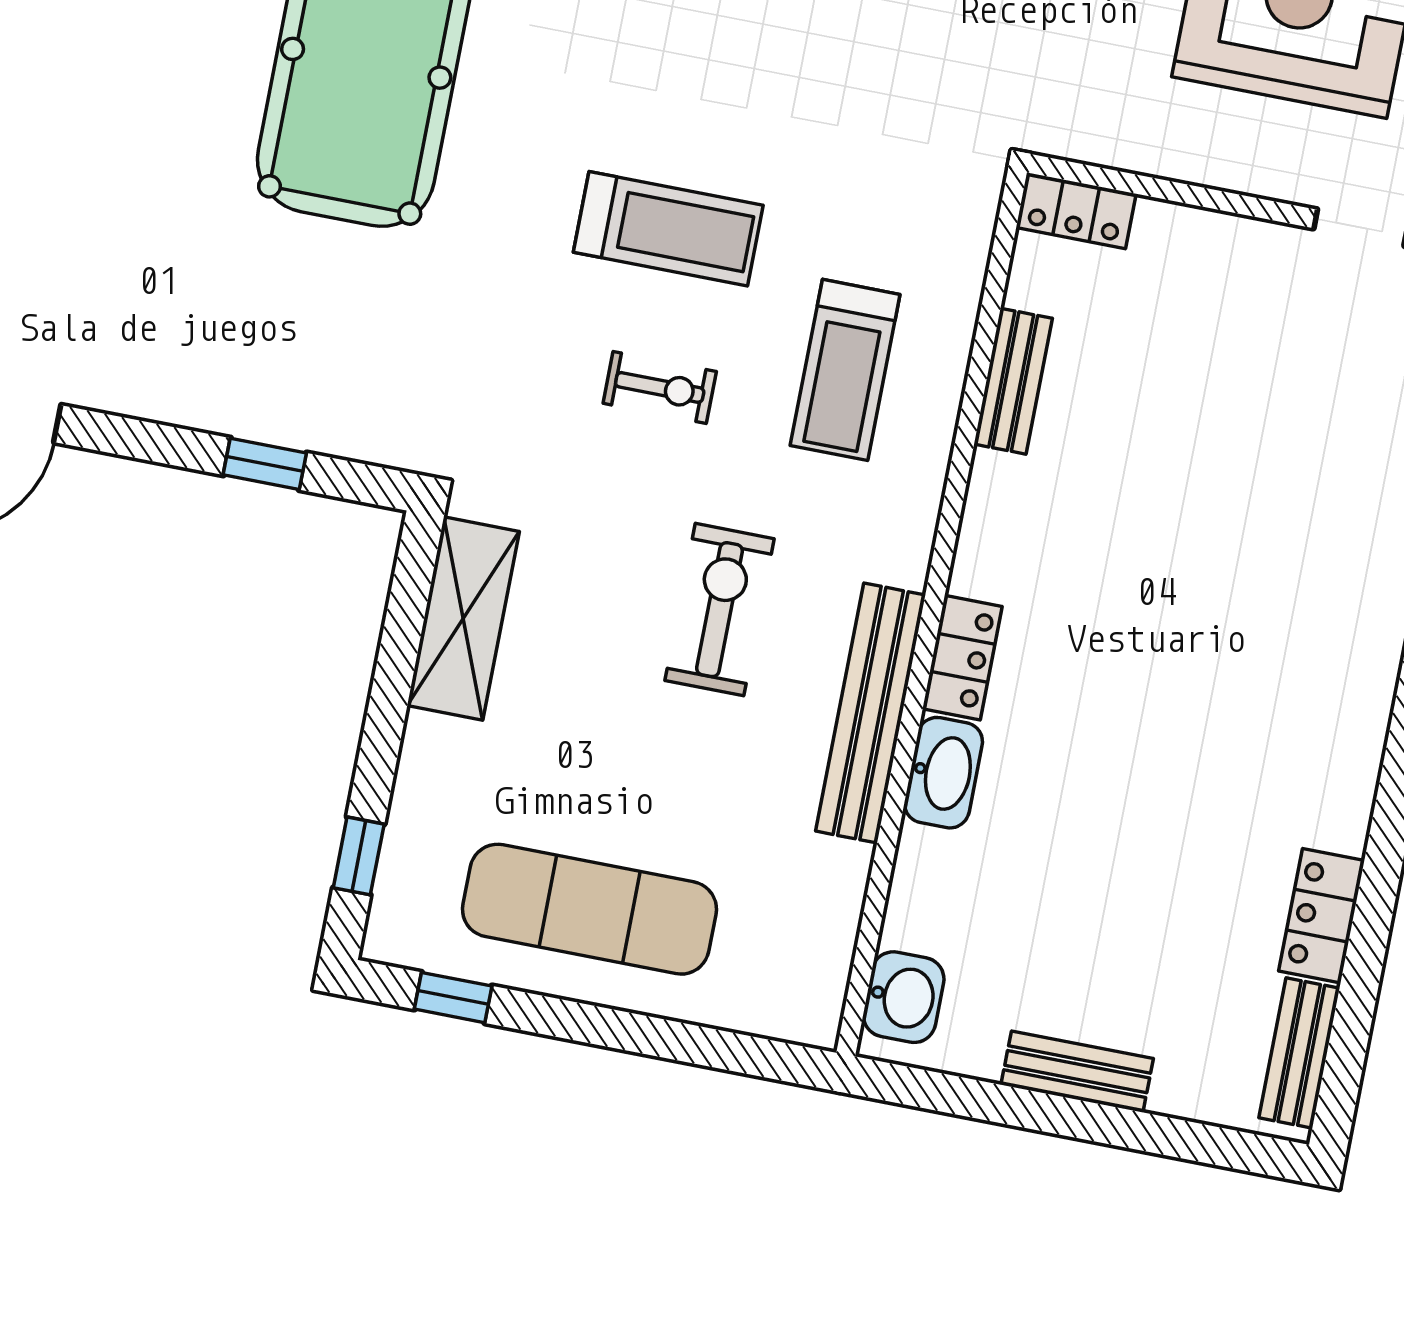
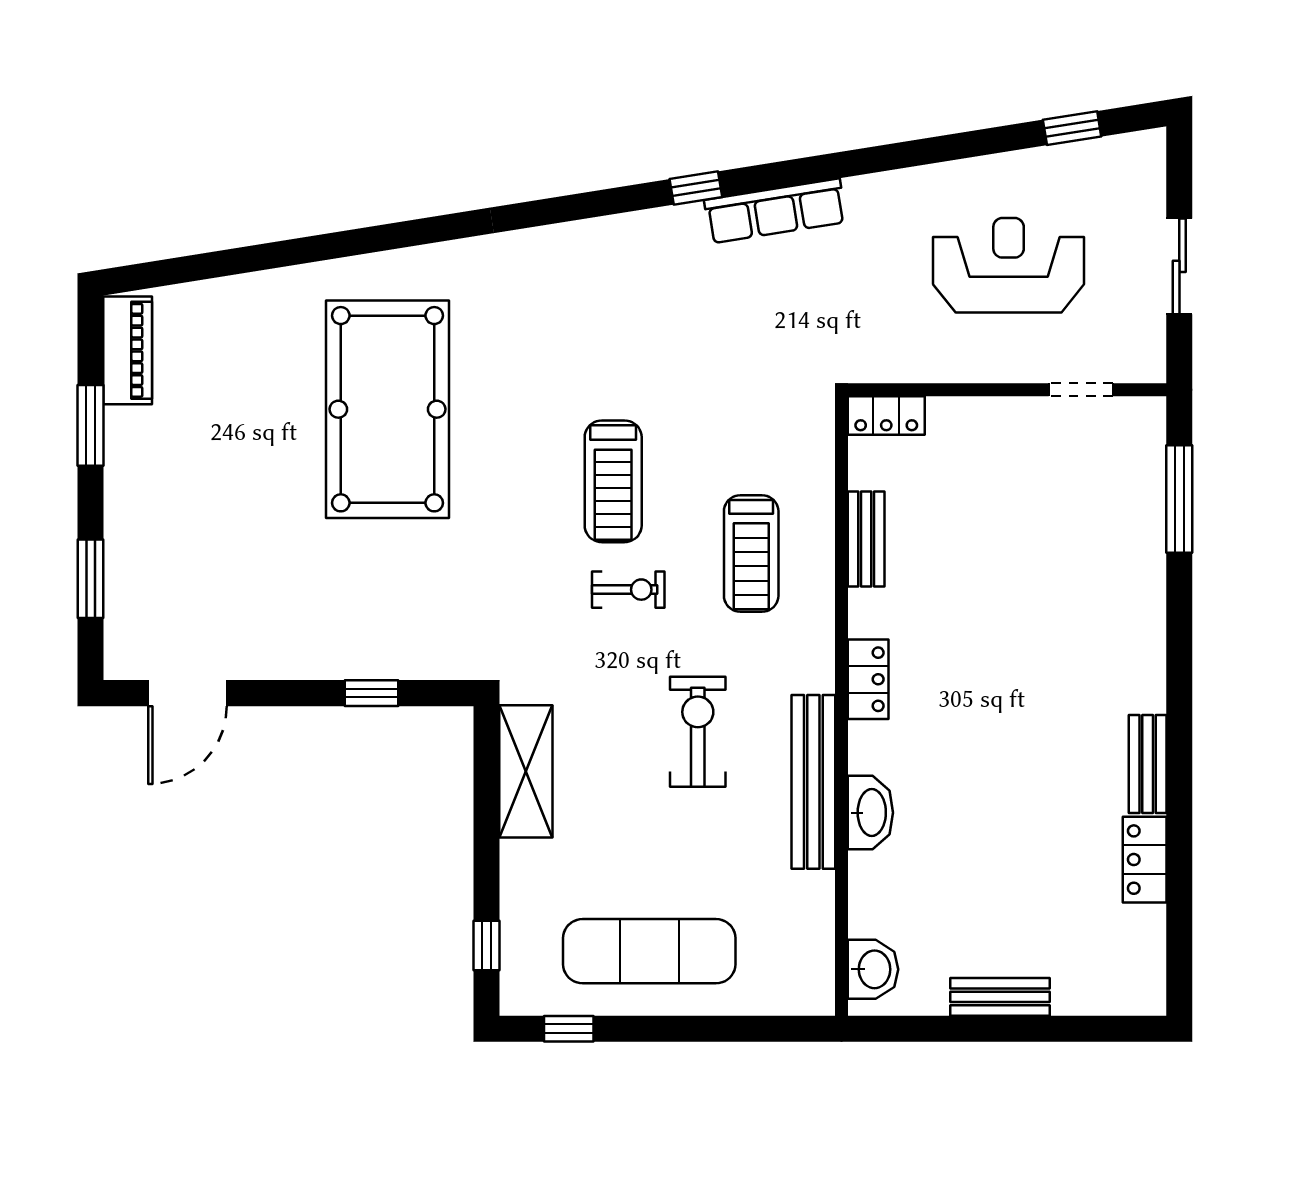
treadmill: (668, 229) -> (613, 481), turned 90
locker: (962, 658) -> (868, 679), moved
bench: (1299, 1053) -> (1148, 764), moved

